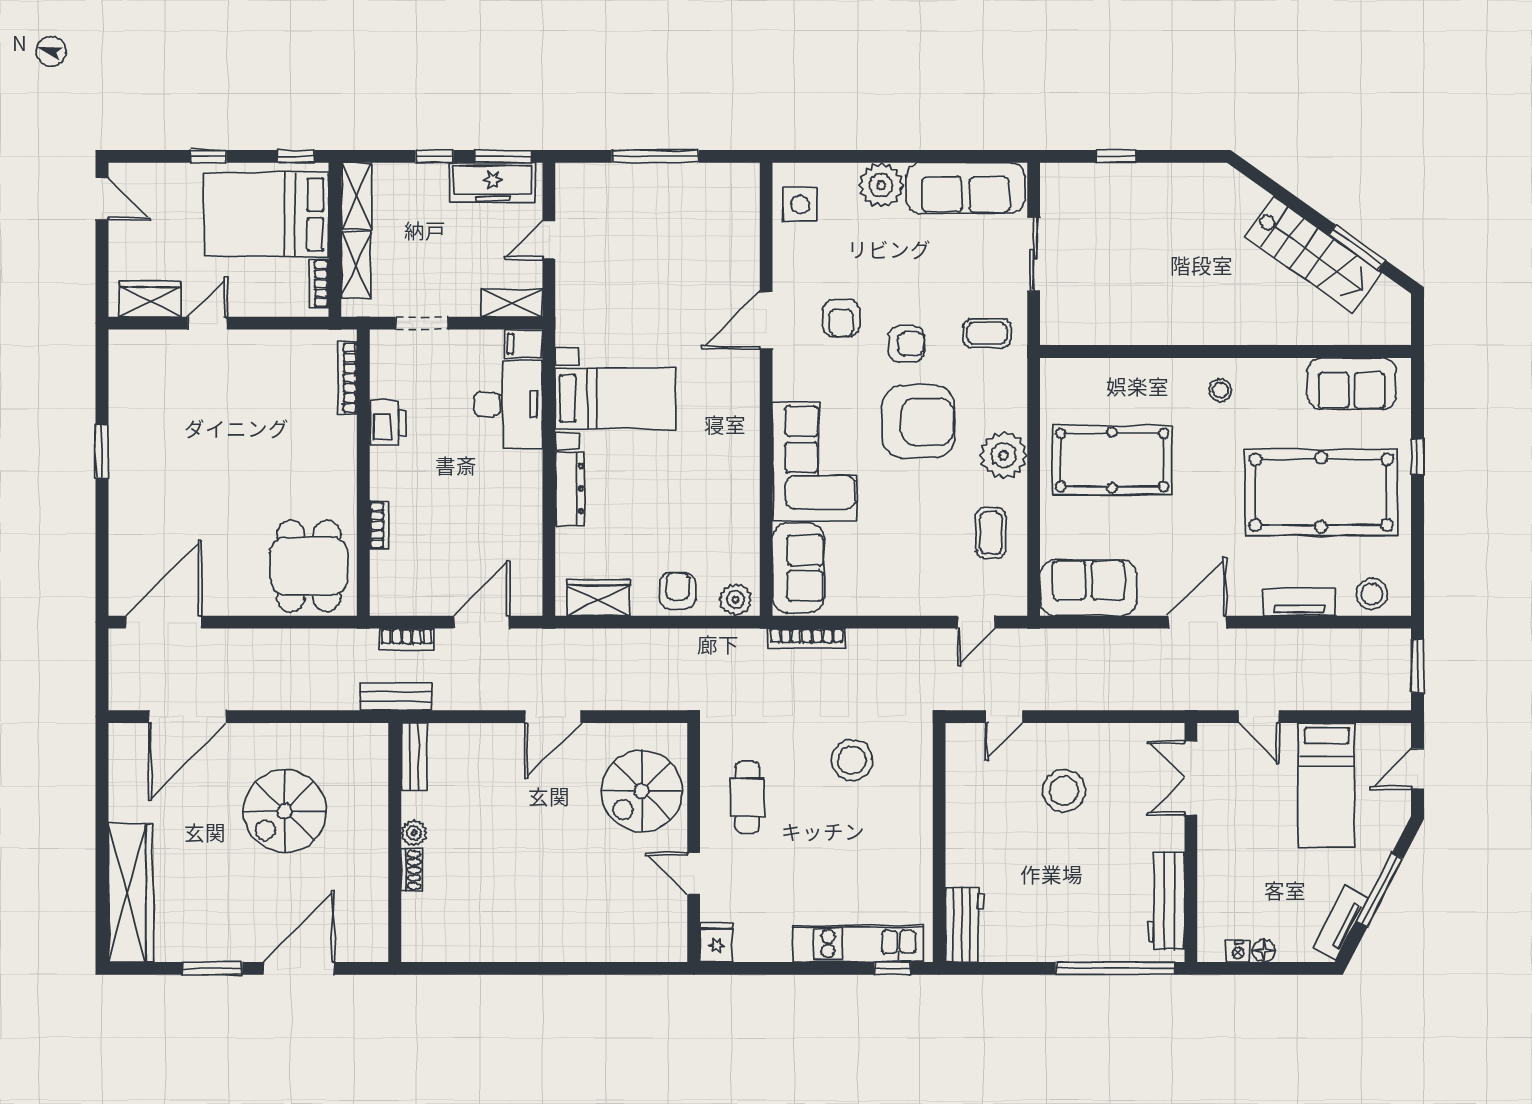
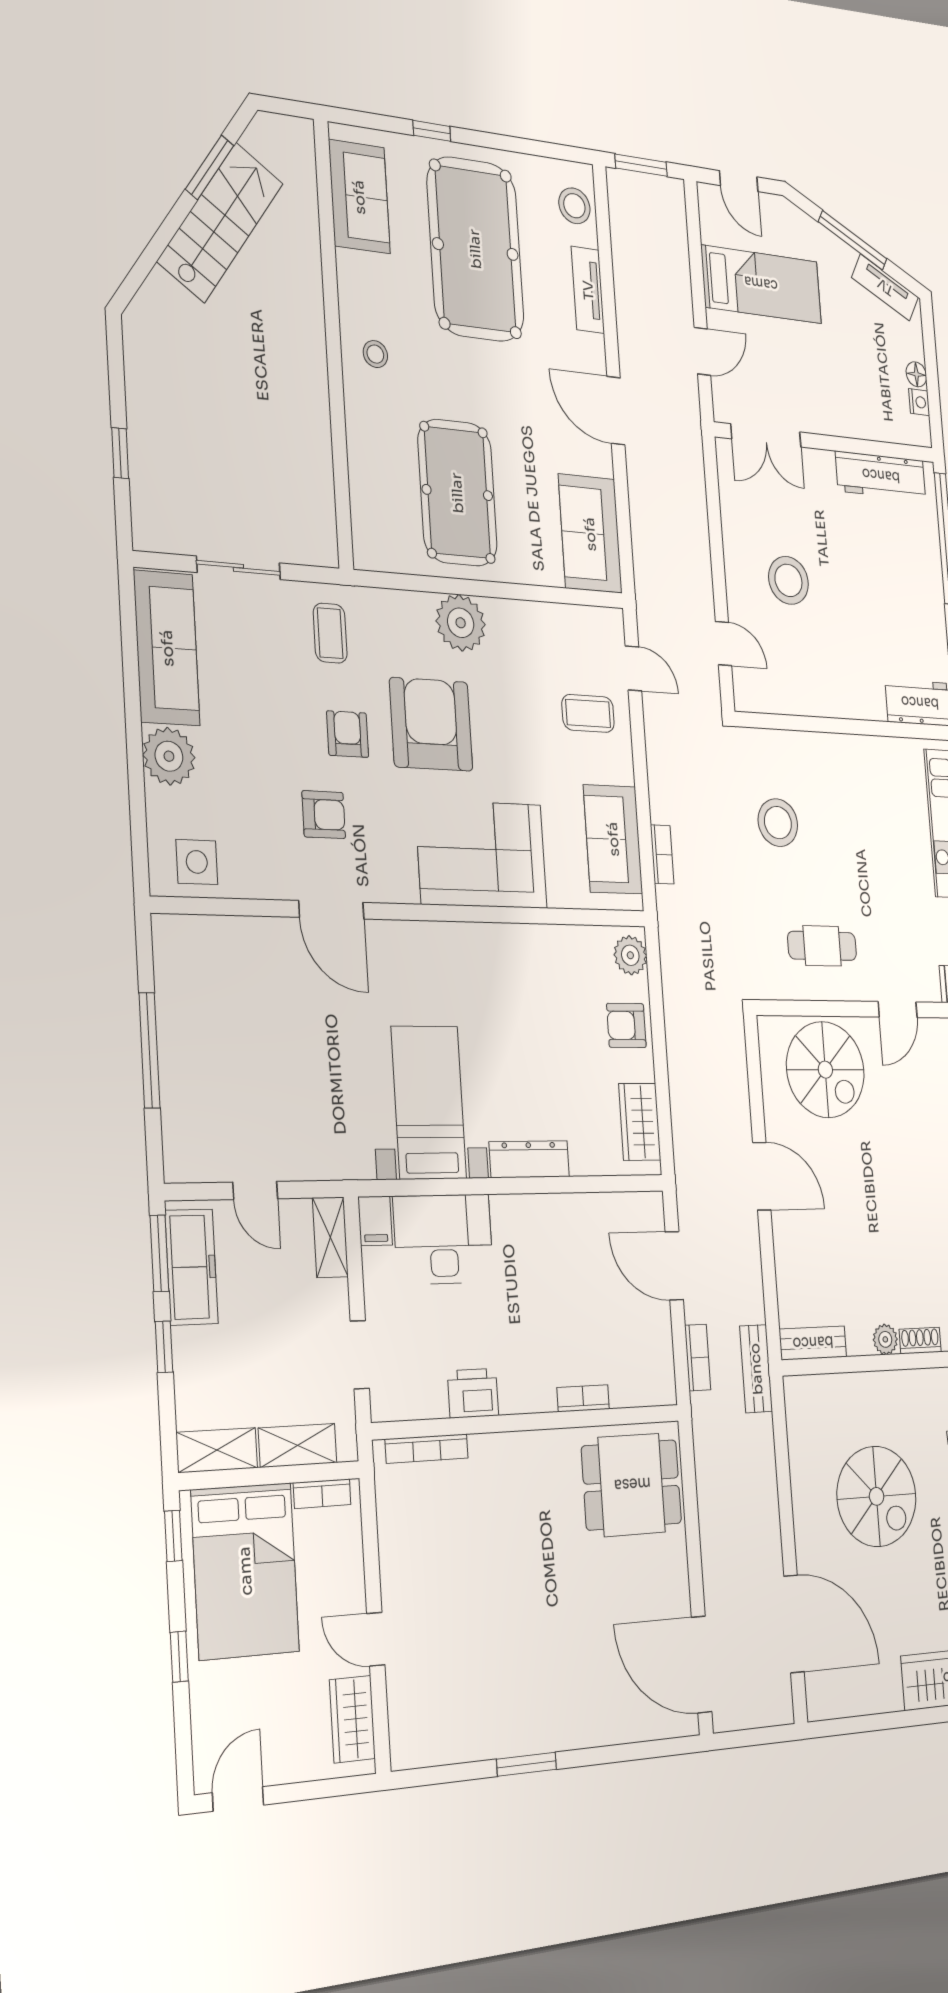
coffee table: (991, 533) -> (588, 713), moved
sofa: (798, 568) -> (613, 839), moved, turned -90
bookcase: (807, 638) -> (662, 854), width x0.64

